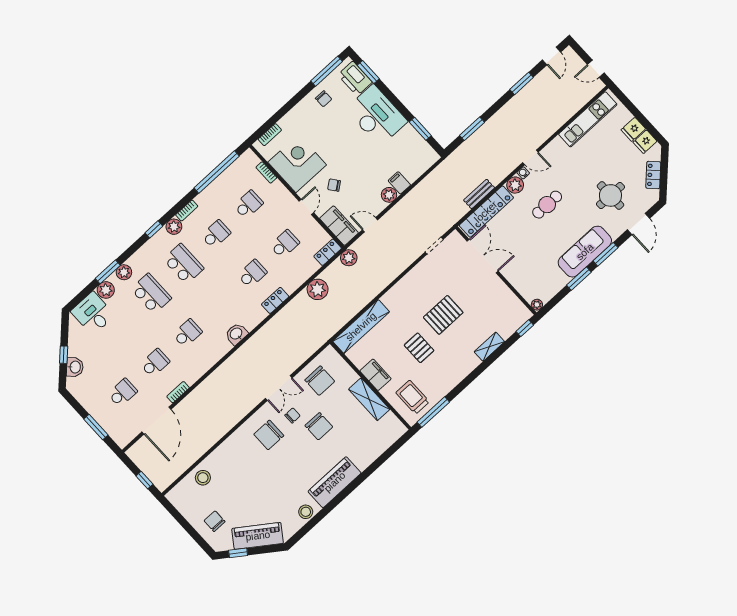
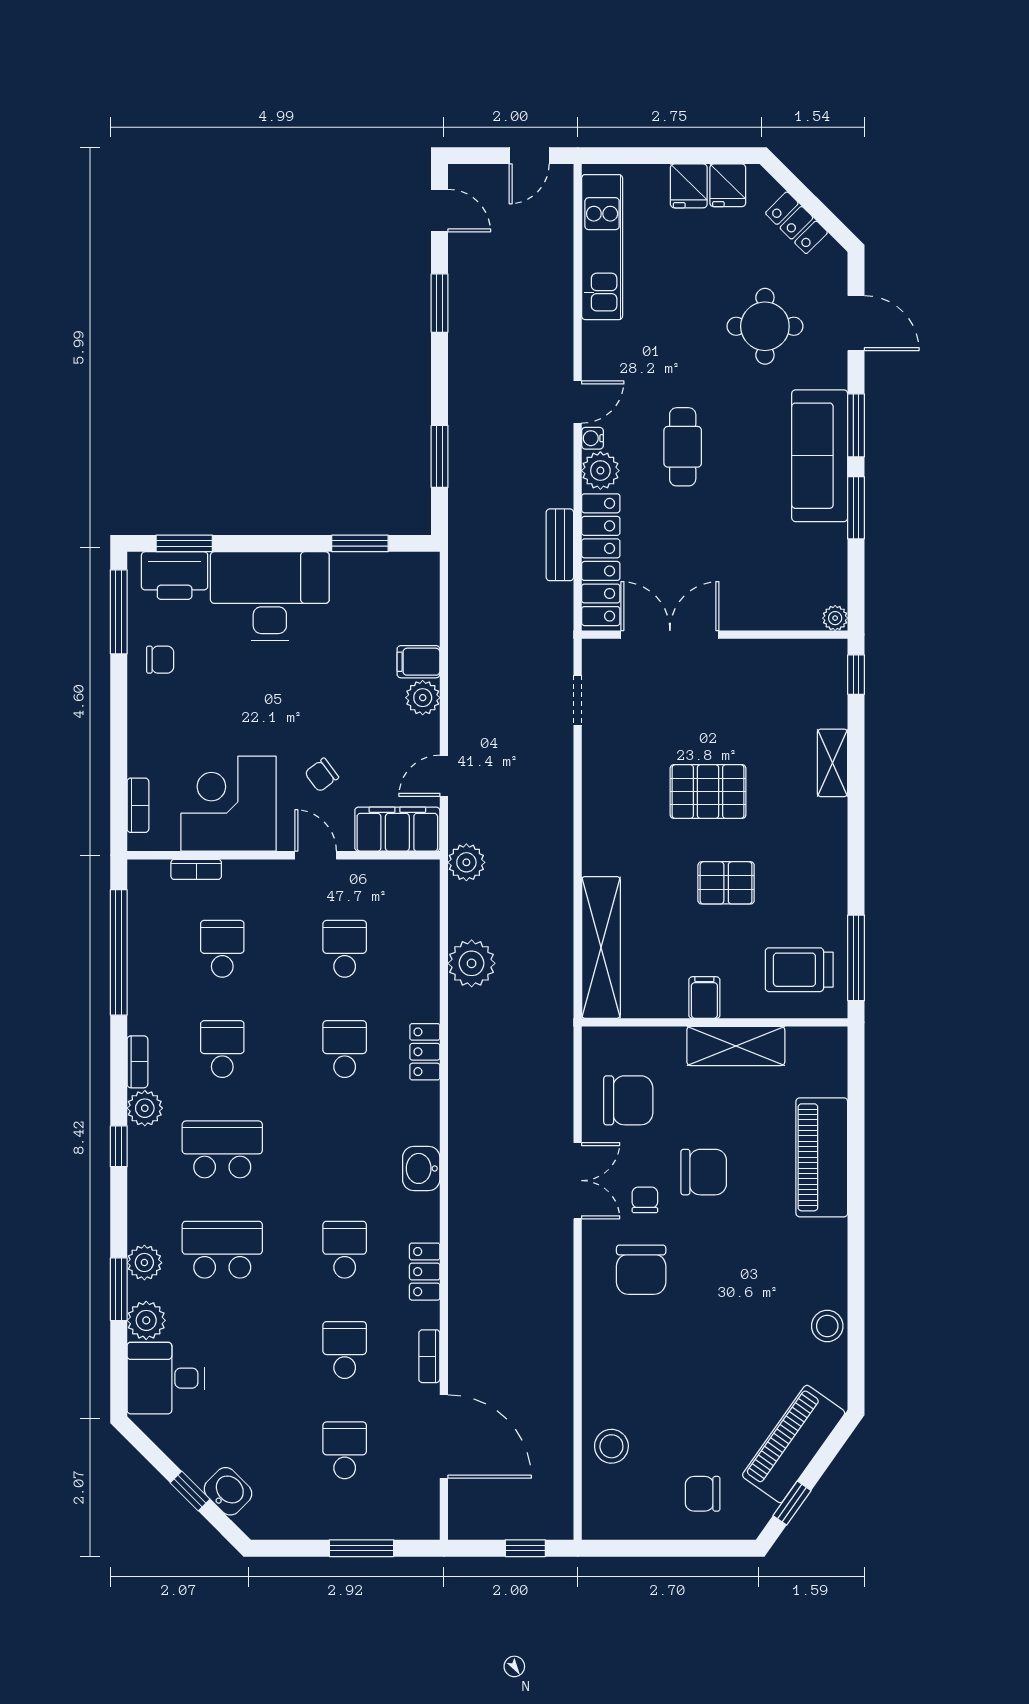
locker: (328, 252) -> (425, 1272), moved
pallet: (443, 315) -> (708, 792), turned 90
filing cabinet: (375, 375) -> (704, 998), width x0.50
piano: (335, 482) -> (822, 1157), moved

